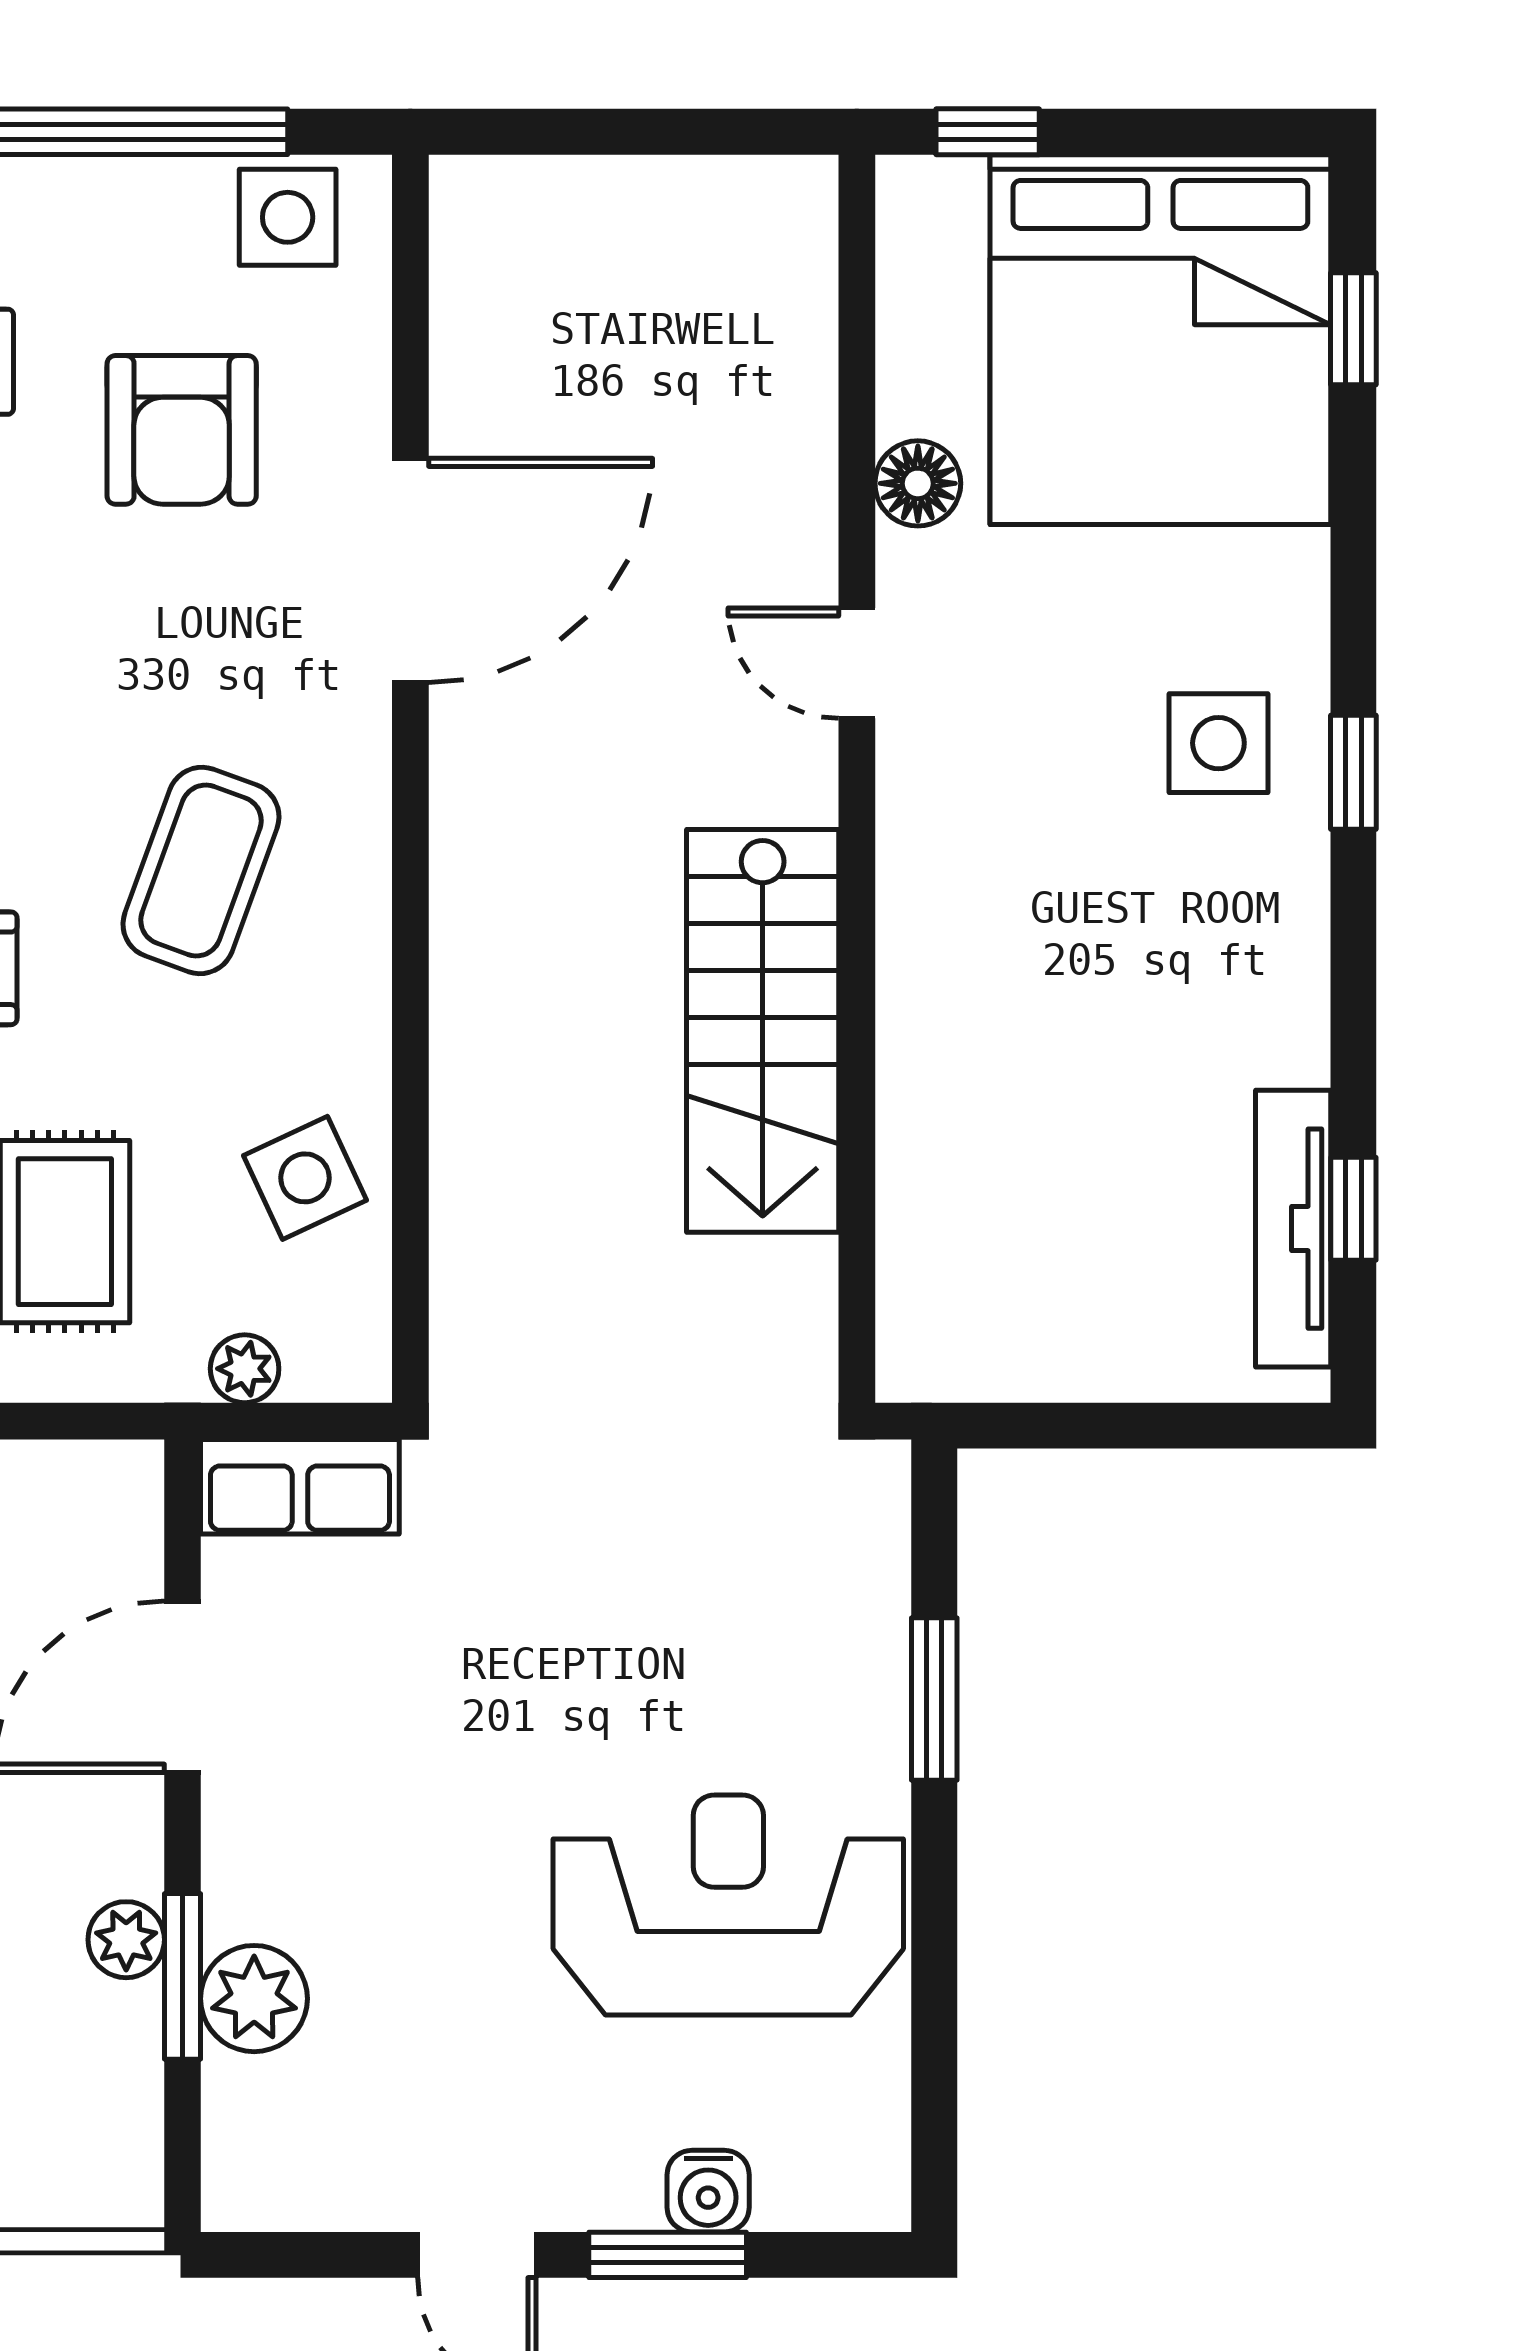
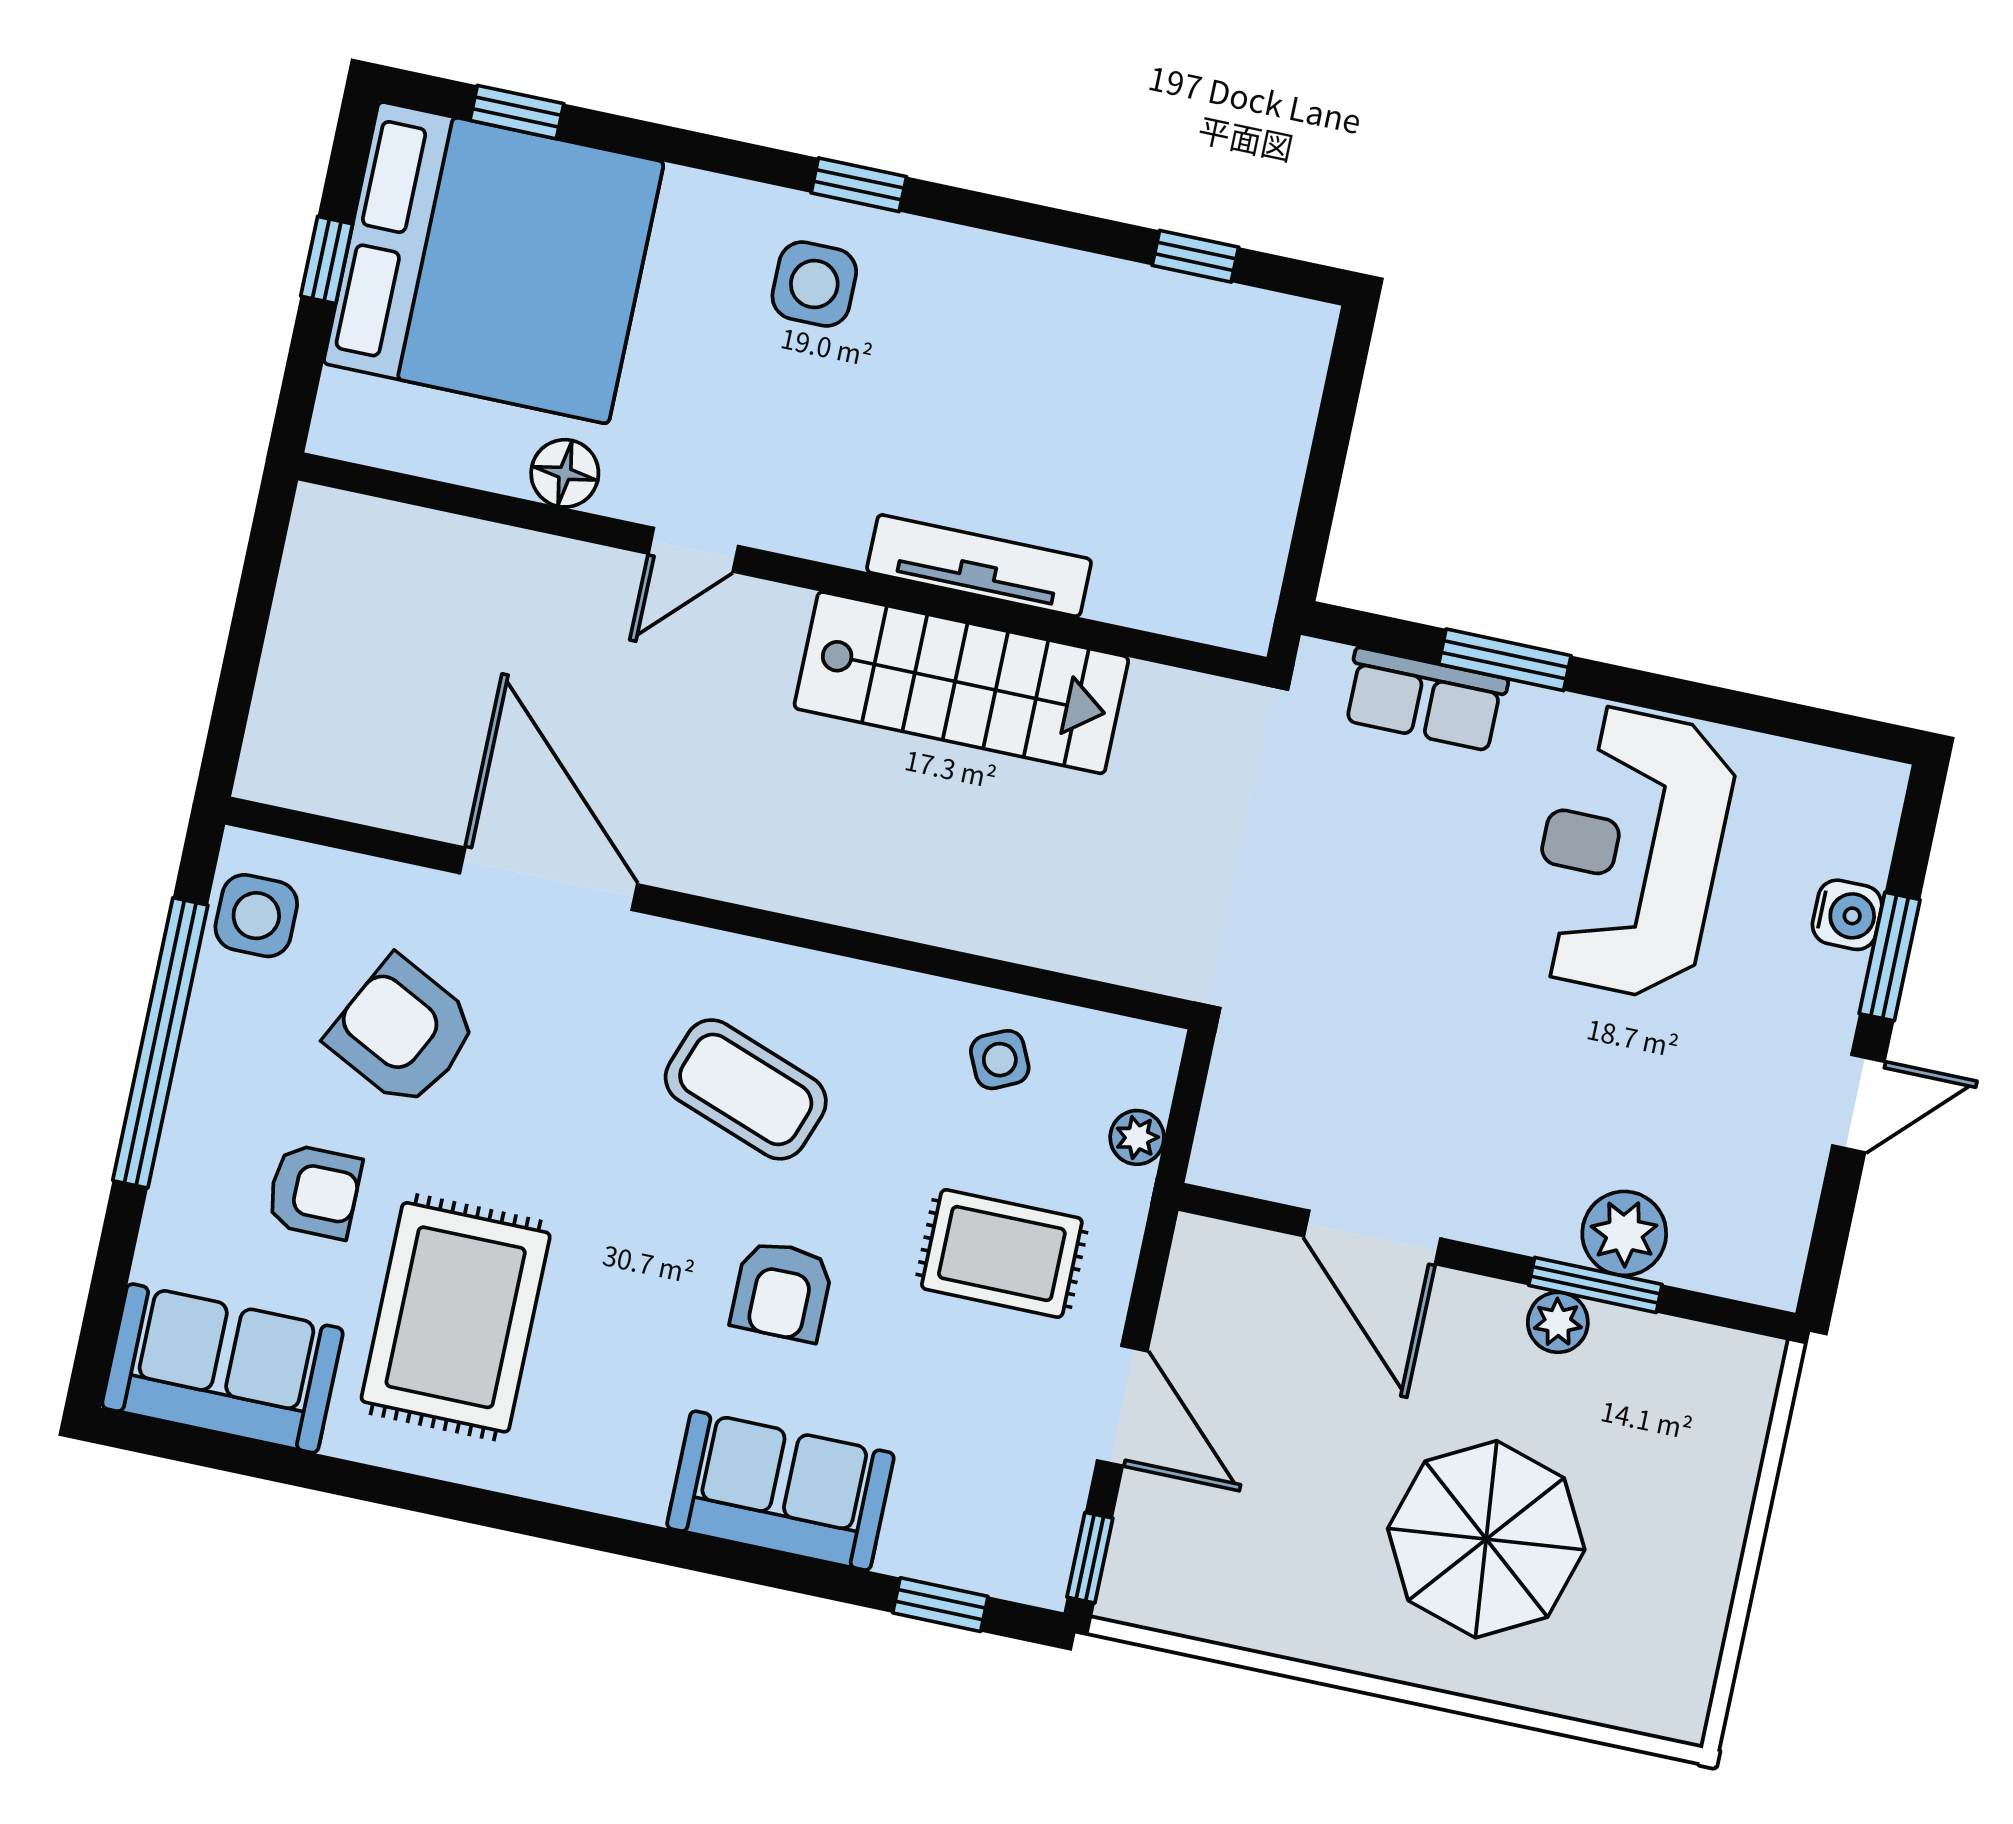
window: (988, 132) -> (327, 260), moved
armchair: (182, 430) -> (403, 1032), turned -153
side table: (305, 1178) -> (1000, 1060), width x0.73, depth x0.73
tv unit: (1293, 1229) -> (979, 566), moved, turned 180
row of seats: (300, 1487) -> (1425, 699), moved, turned 90

